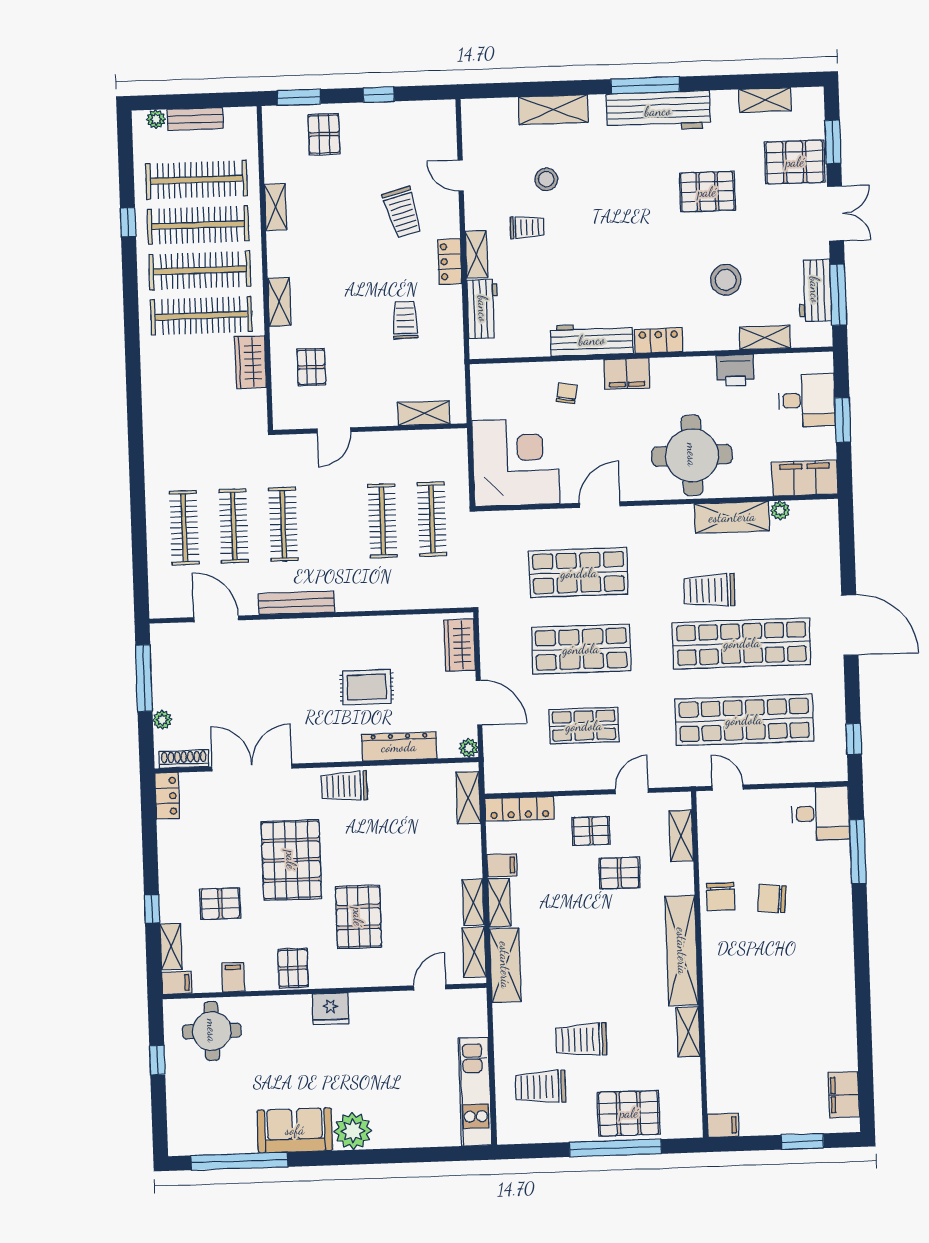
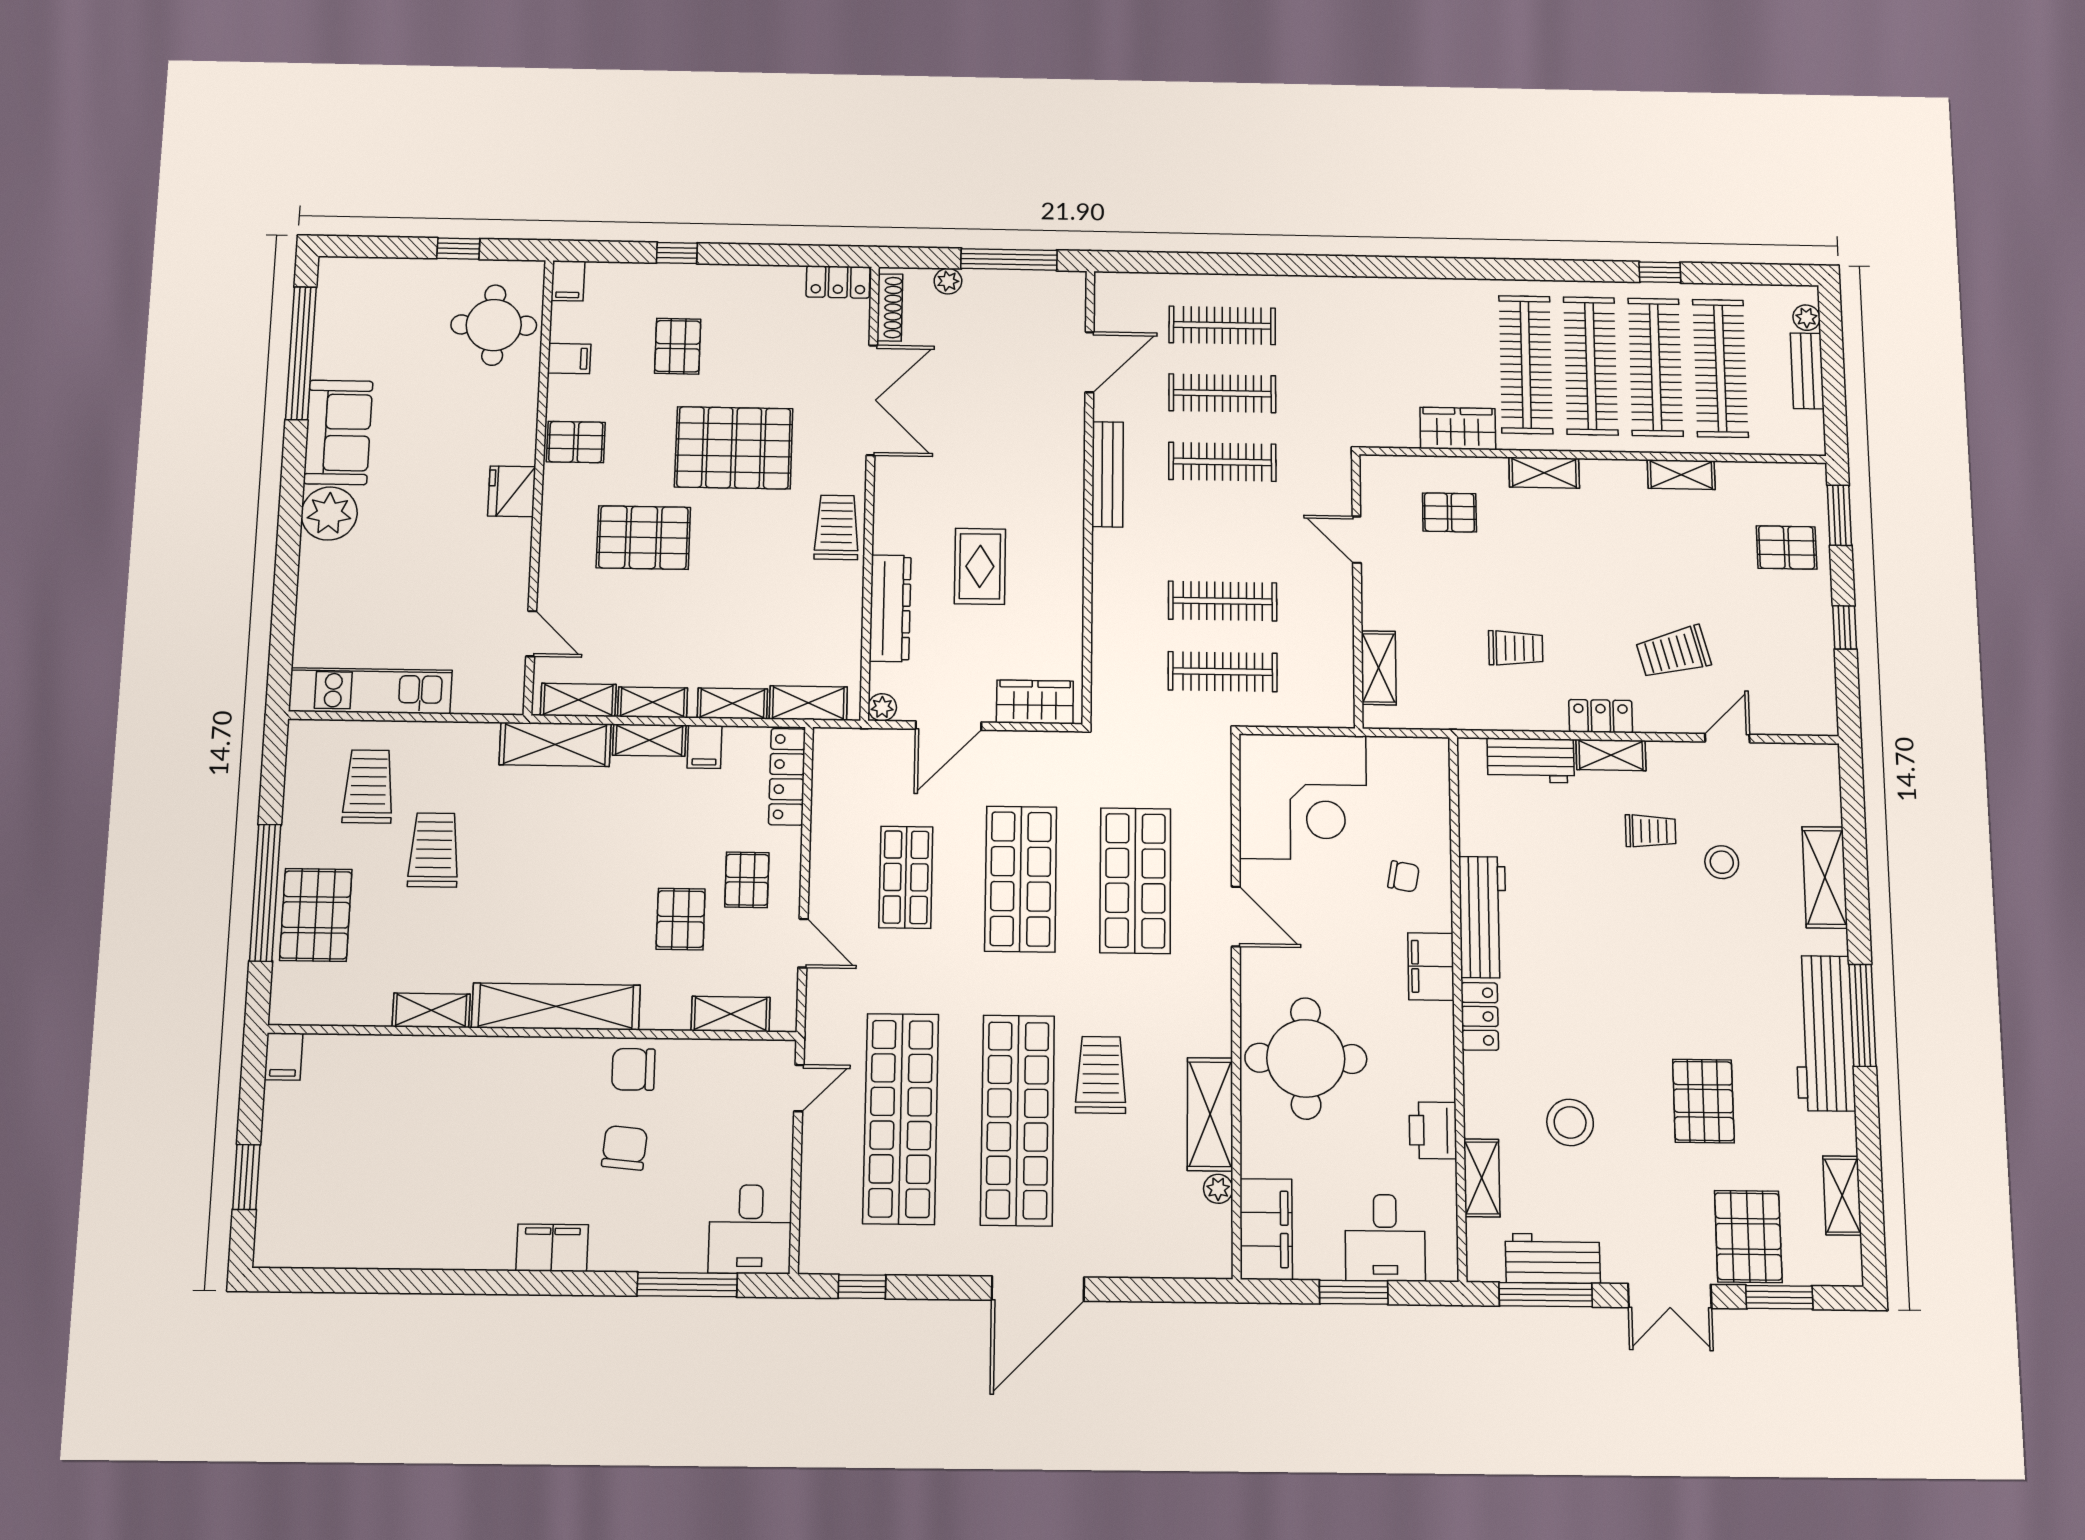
trolley: (527, 227) -> (1651, 831), turned -90
shelving: (171, 947) -> (732, 704), moved
filing cabinet: (844, 1095) -> (552, 1248), moved

